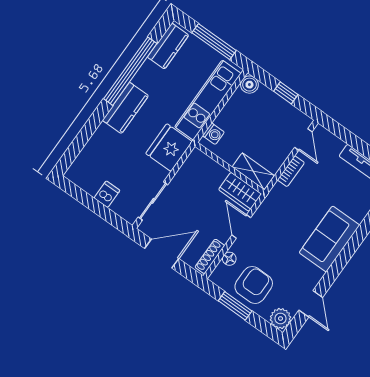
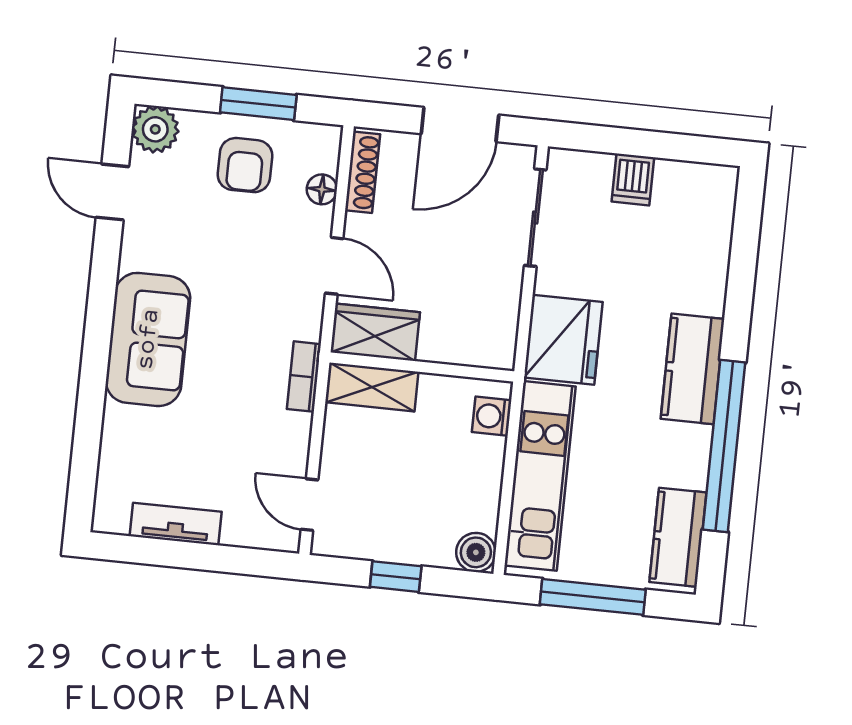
bookcase: (291, 171) -> (304, 377), moved
armchair: (254, 285) -> (245, 165), width x0.72, depth x0.72

